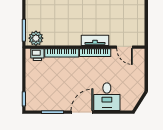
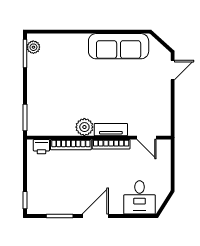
plant: (36, 38) -> (84, 127), moved
desk: (107, 97) -> (140, 197), moved

